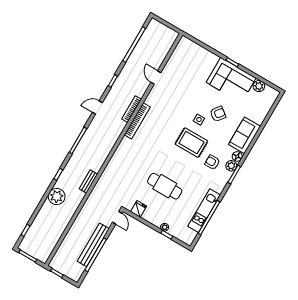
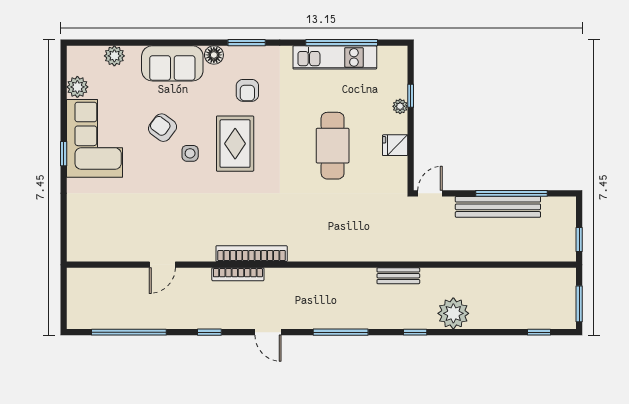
plant: (231, 166) -> (114, 56), moved
fridge: (139, 209) -> (395, 145), moved

